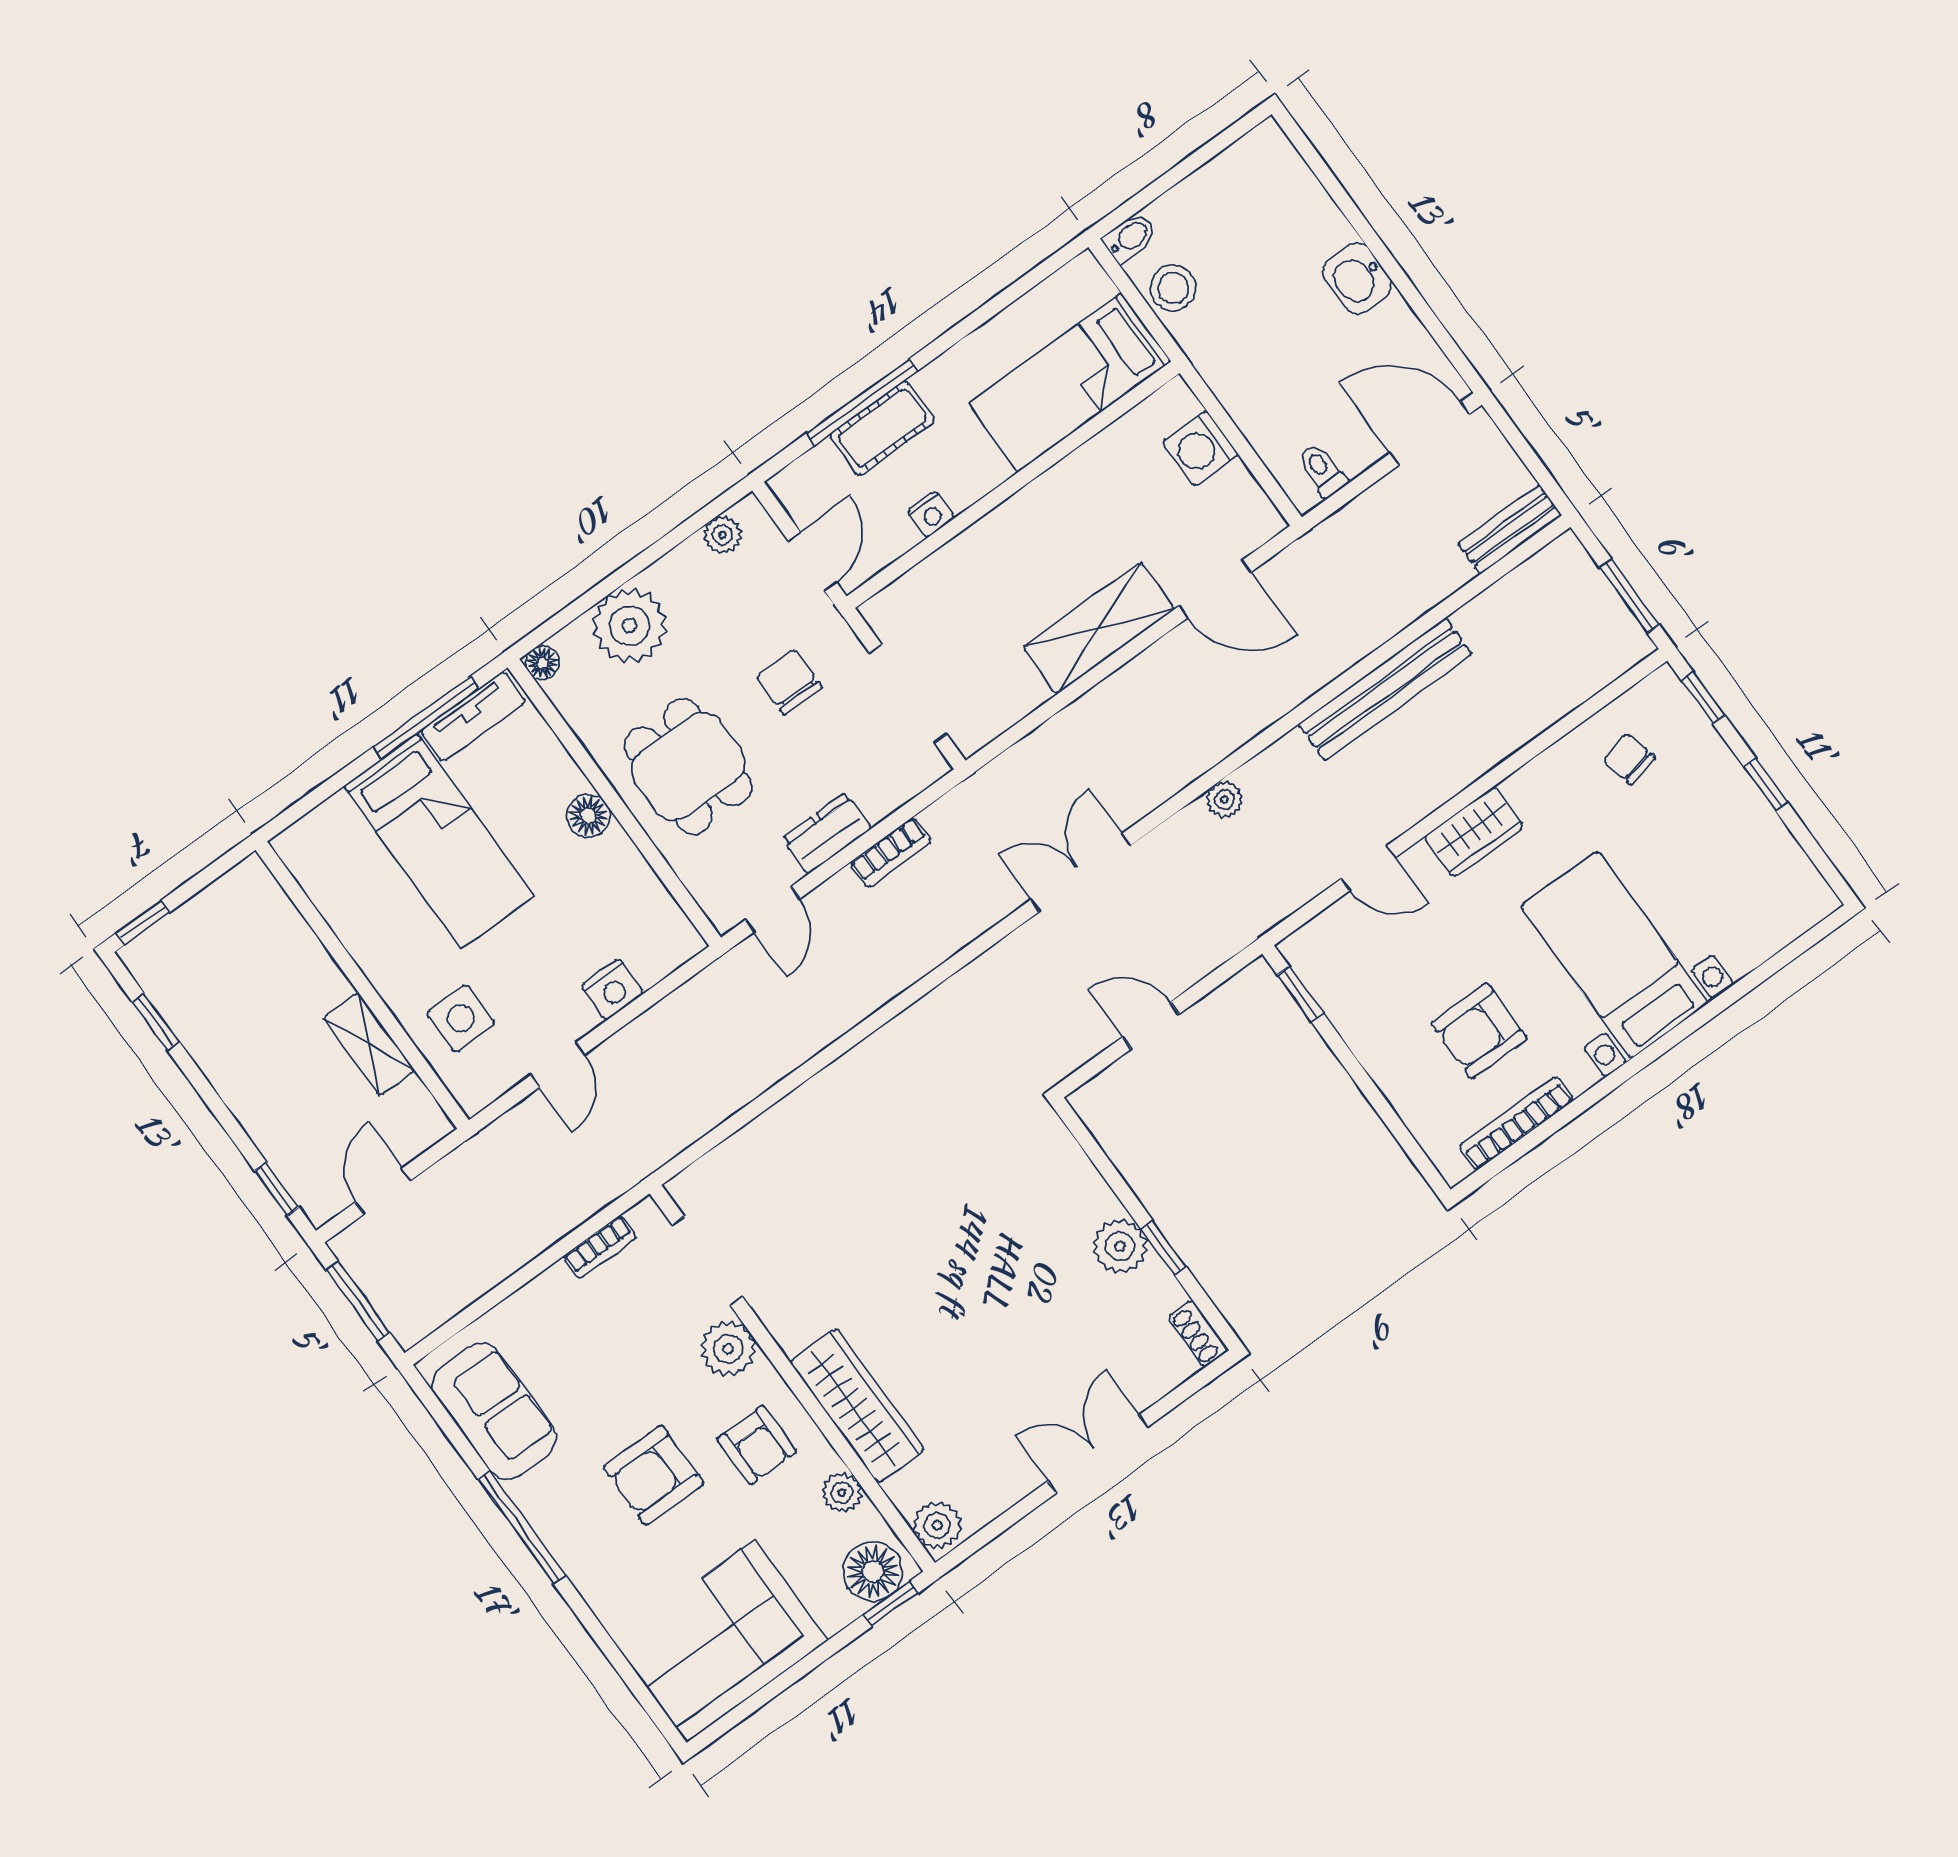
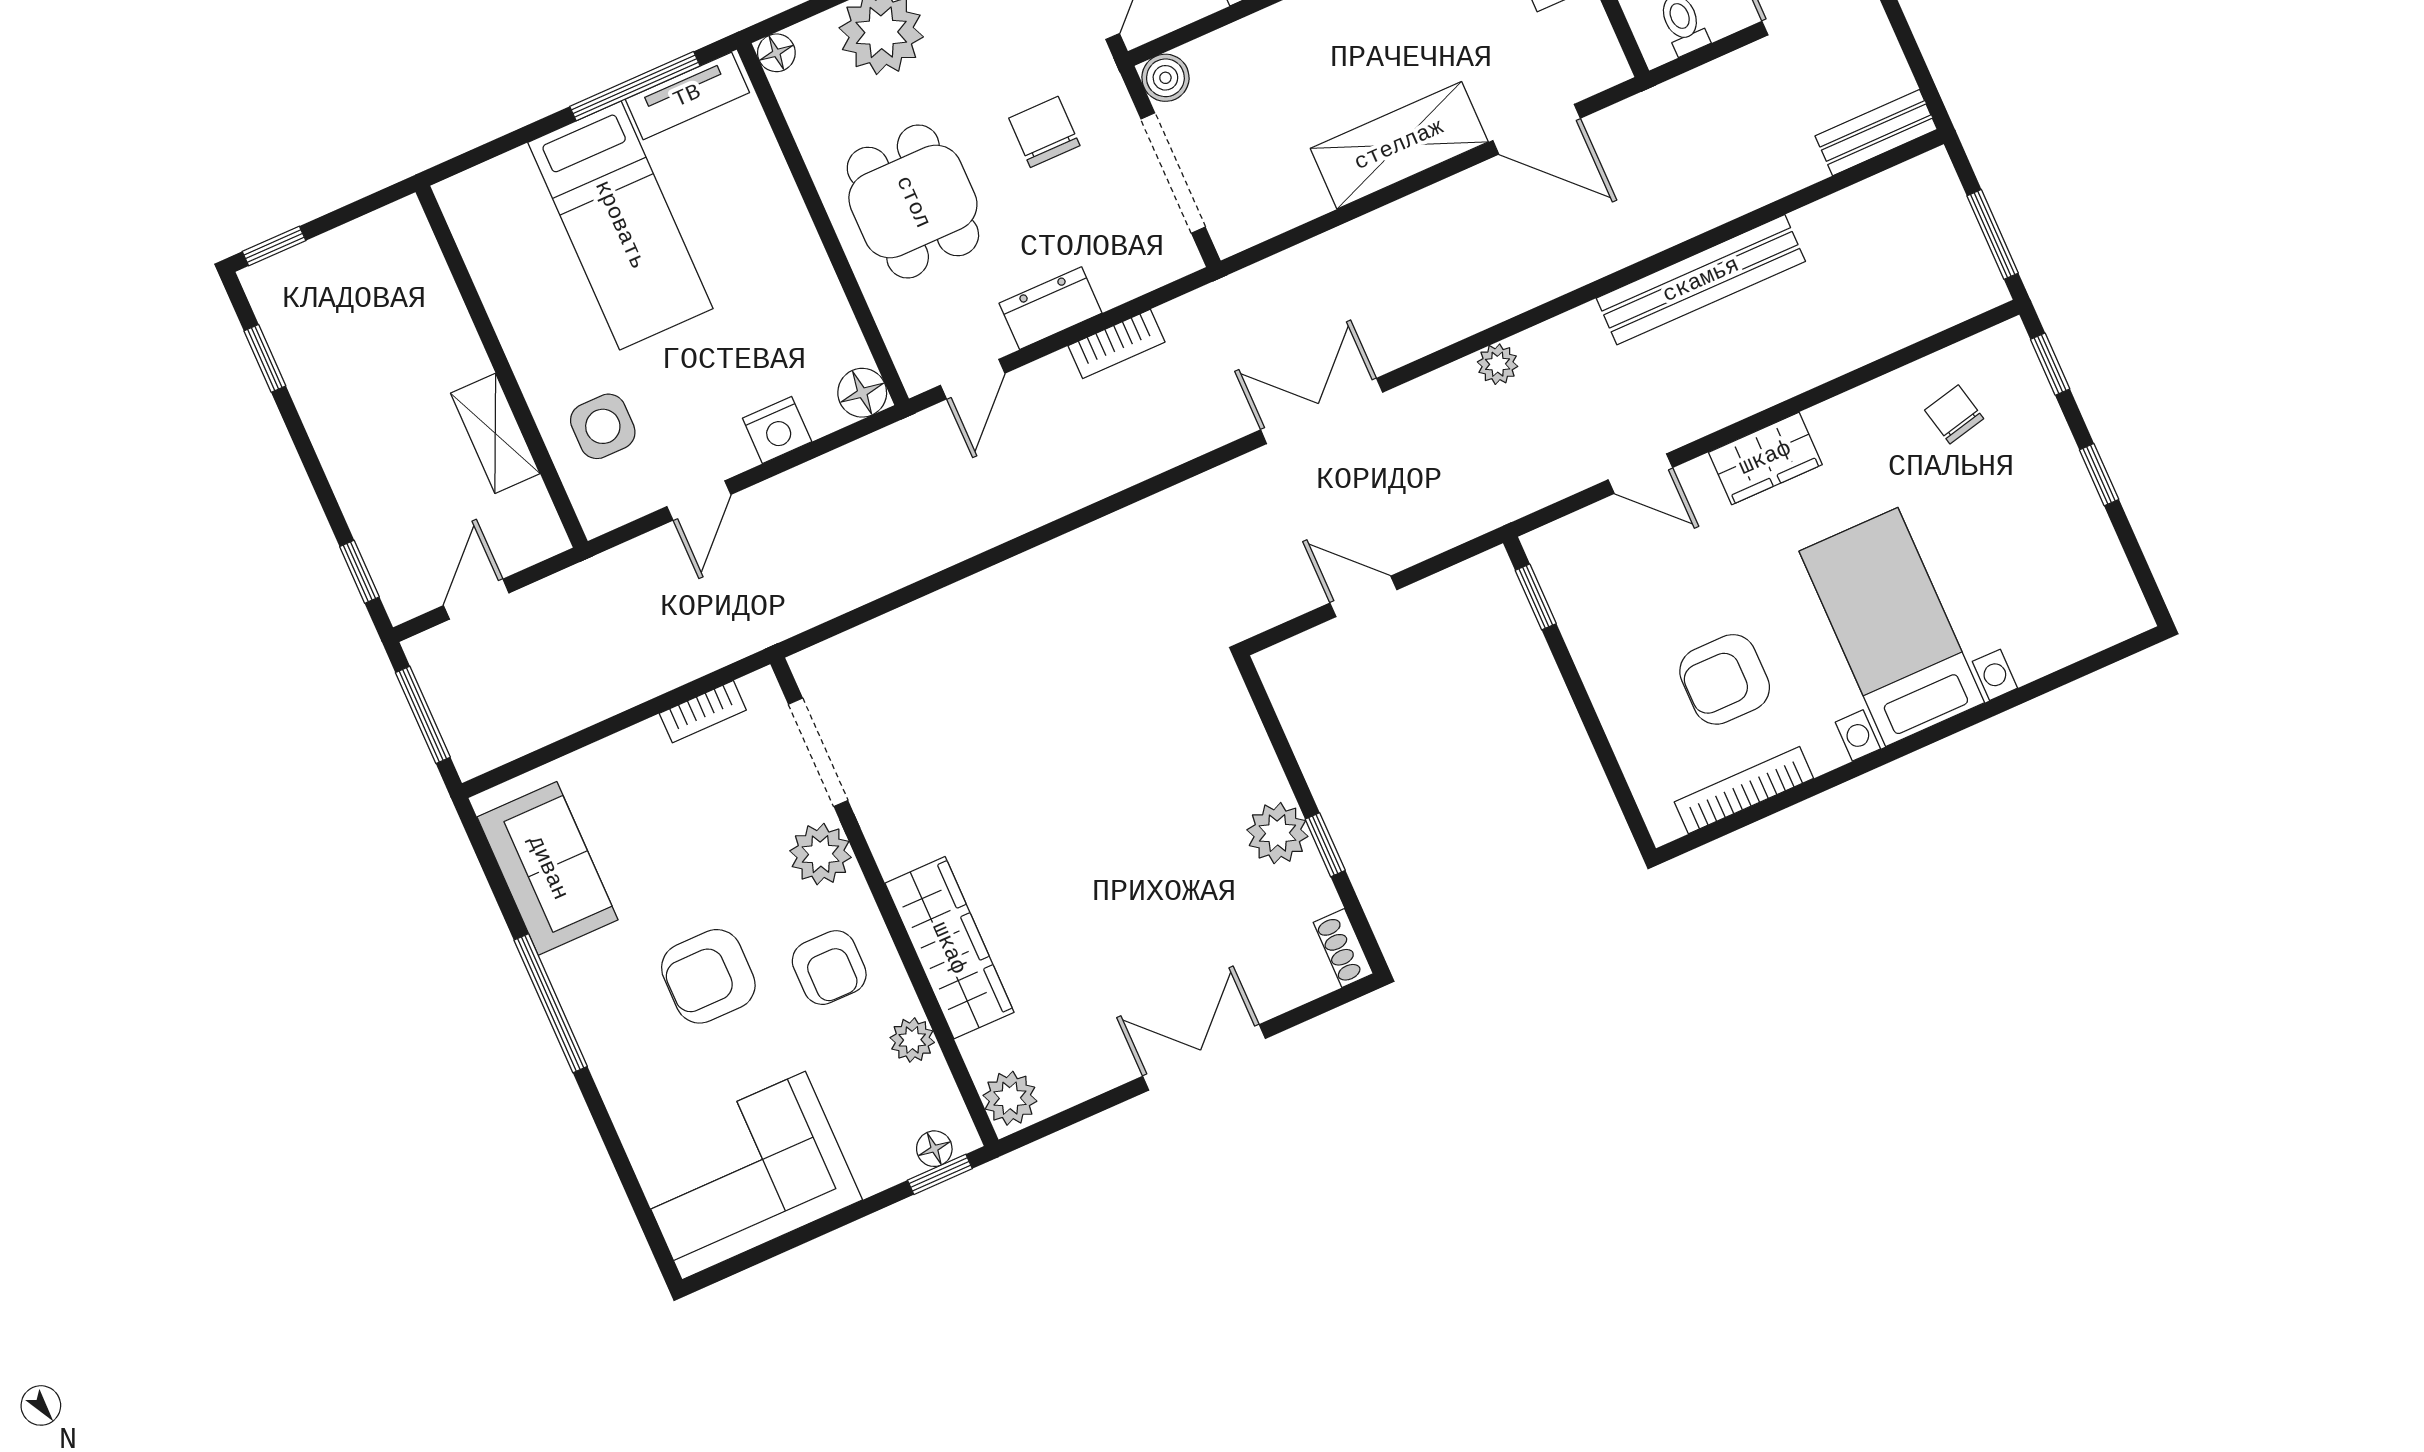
boiler: (884, 613) -> (1165, 78), added
floor lamp: (588, 816) -> (862, 393), moved
floor lamp: (873, 1572) -> (934, 1149), width x0.53, depth x0.53

